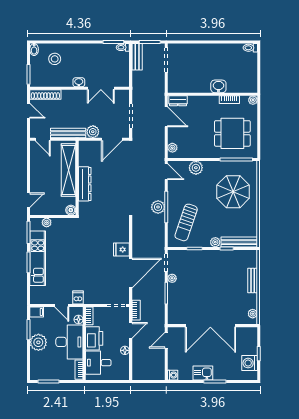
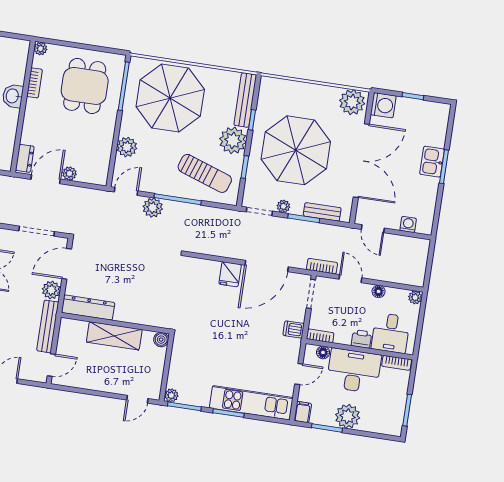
door: (112, 139) -> (67, 264), swing flipped
plant: (172, 148) -> (69, 174), moved
shelving: (69, 170) -> (114, 336), width x0.68
dresser: (85, 184) -> (88, 308), moved
parasol: (233, 192) -> (170, 98), width x1.36, depth x1.36
door: (29, 200) -> (137, 399), swing flipped
plant: (158, 207) -> (153, 208), moved
plant: (47, 223) -> (171, 395), moved
plant: (215, 242) -> (233, 140), width x1.88, depth x1.88
kitchen unit: (38, 258) -> (251, 403), moved
door: (131, 273) -> (267, 266), swing flipped
parasol: (211, 281) -> (296, 150), added
bench: (253, 281) -> (322, 212), moved
dishwasher: (78, 297) -> (294, 329), moved
plant: (253, 314) -> (352, 102), width x1.87, depth x1.87
printer: (94, 338) -> (361, 339), width x0.53, depth x0.68
washing machine: (250, 363) -> (383, 105), moved, turned -90
kitchen sink: (203, 373) -> (432, 162), moved
plant: (125, 375) -> (415, 297), added
washing machine: (173, 375) -> (408, 224), moved

